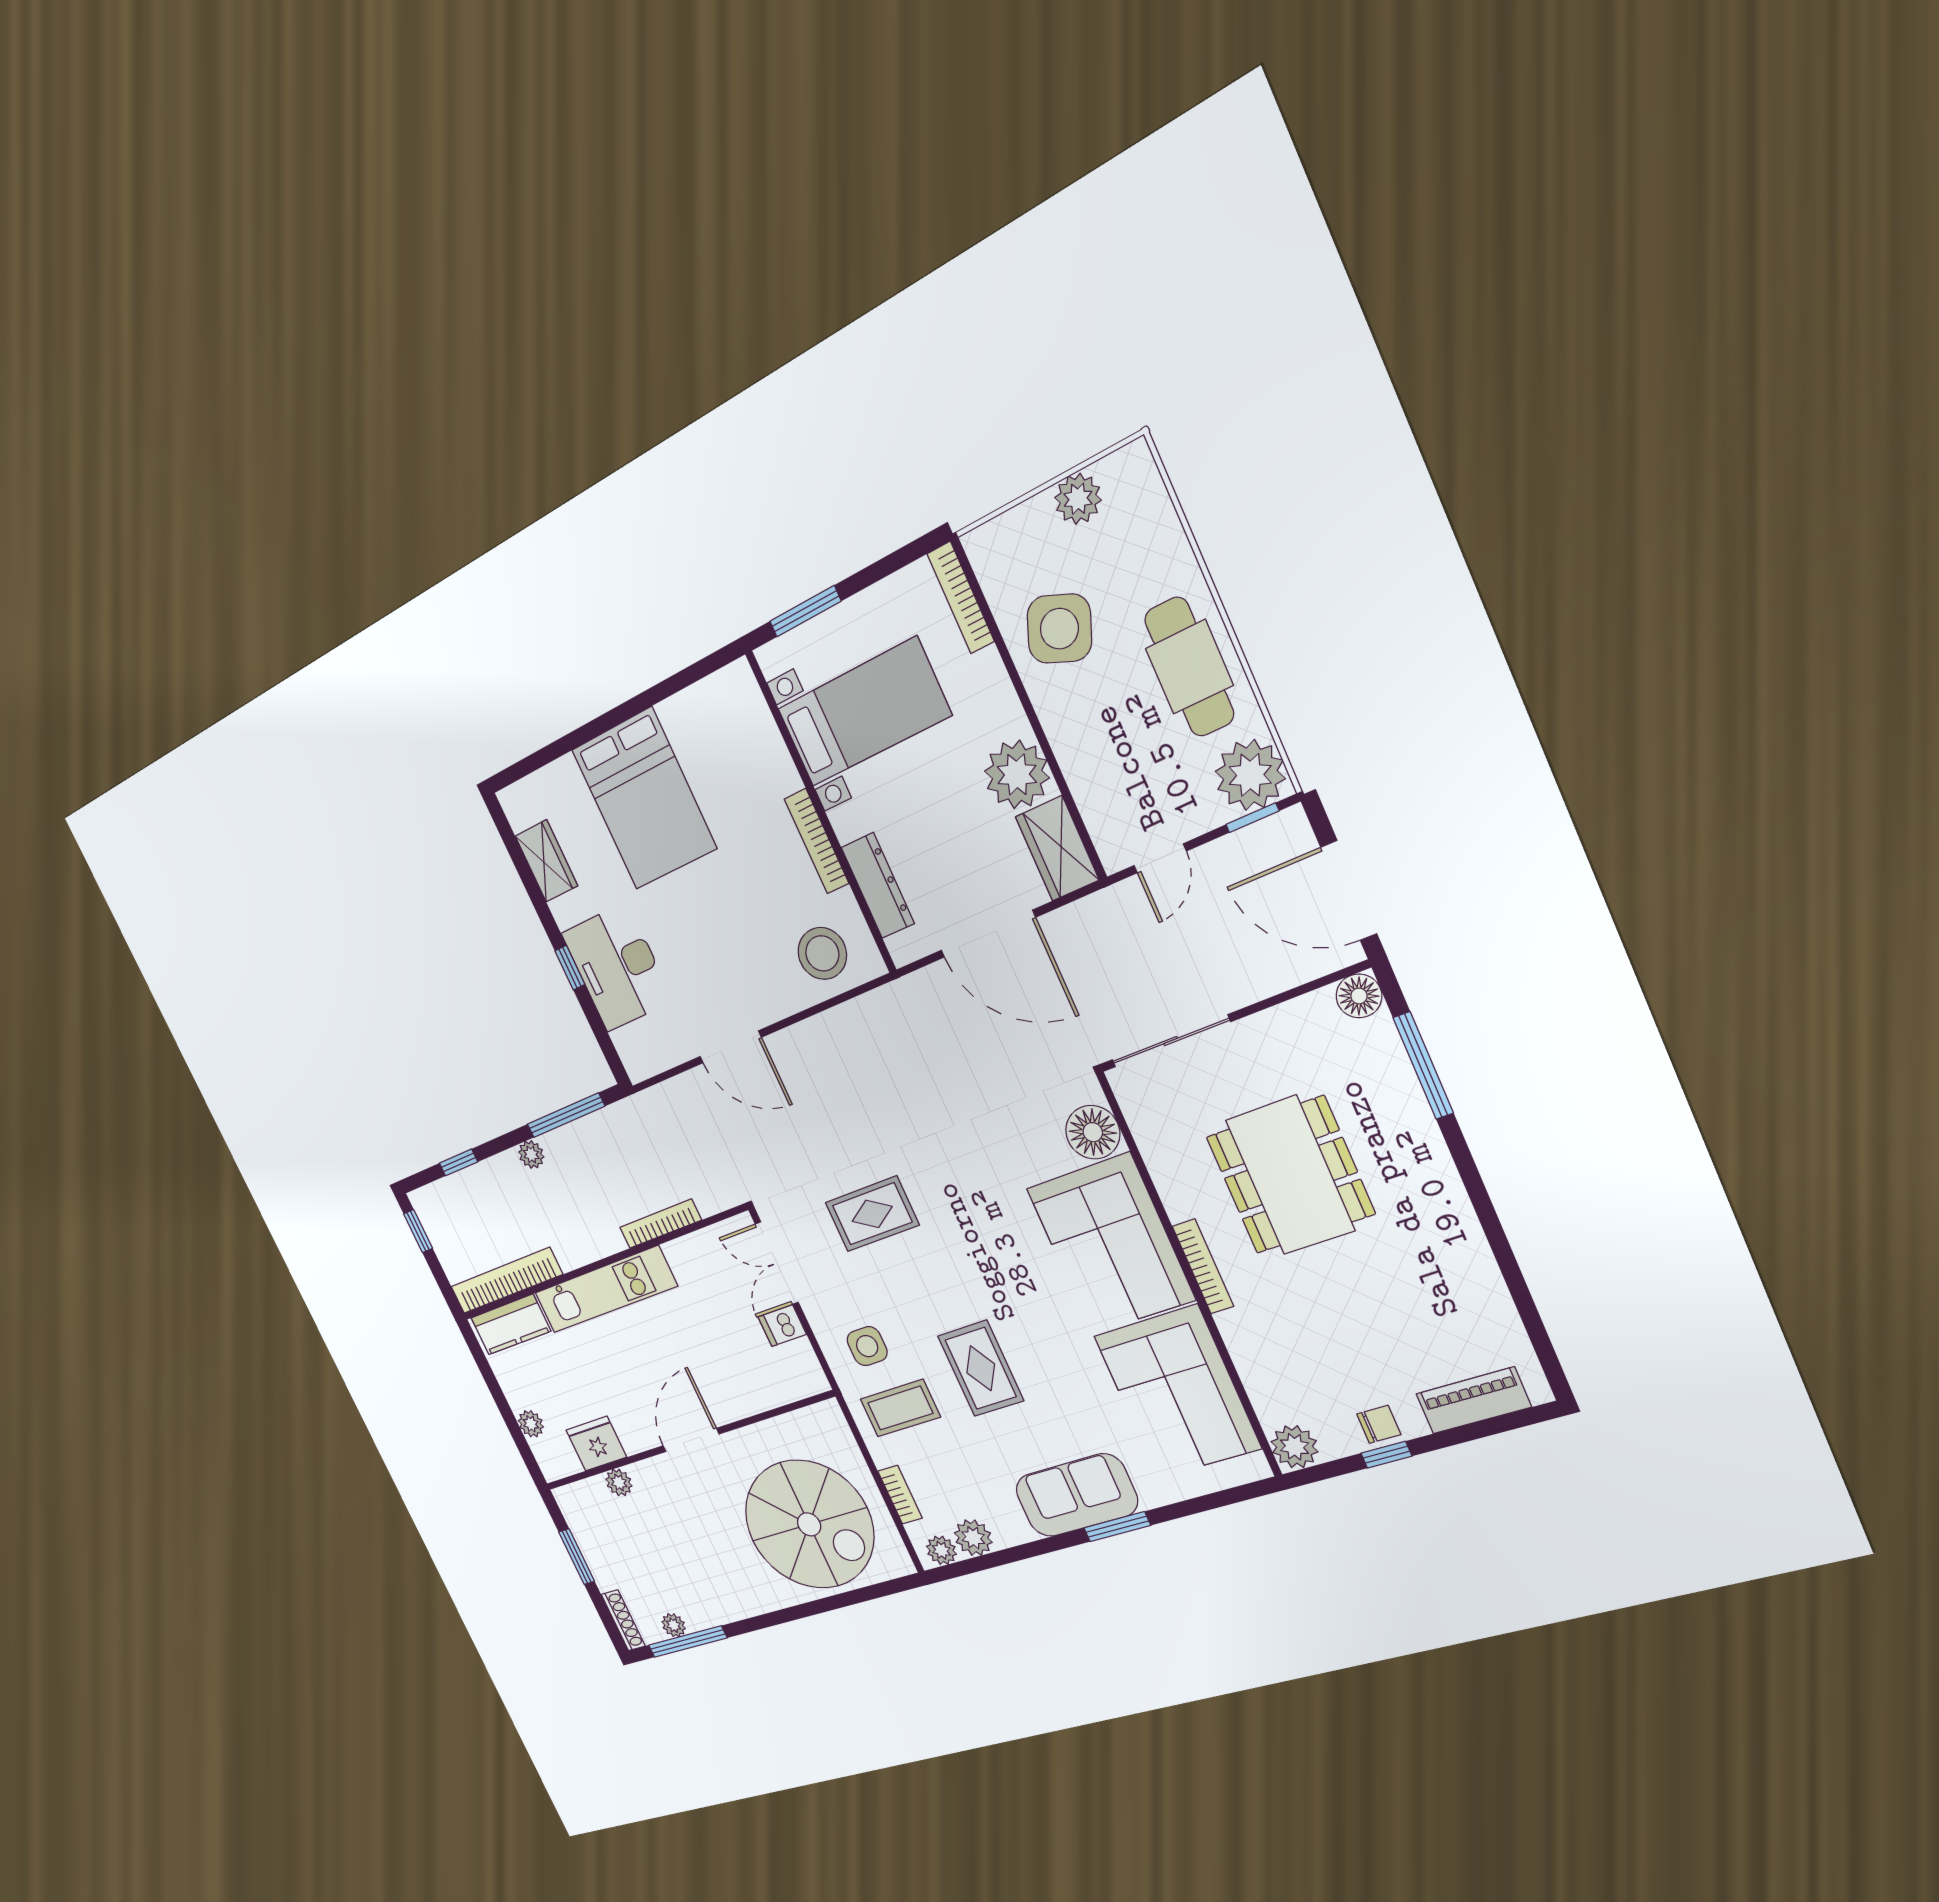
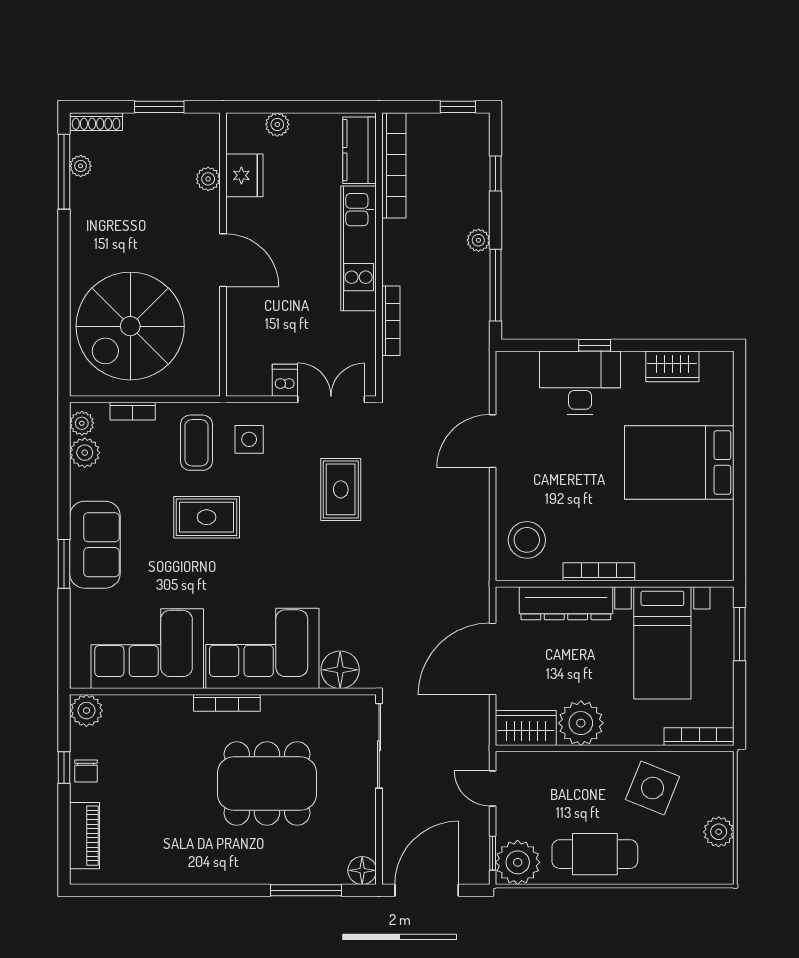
dresser: (878, 886) -> (566, 603), width x1.37, depth x1.24

